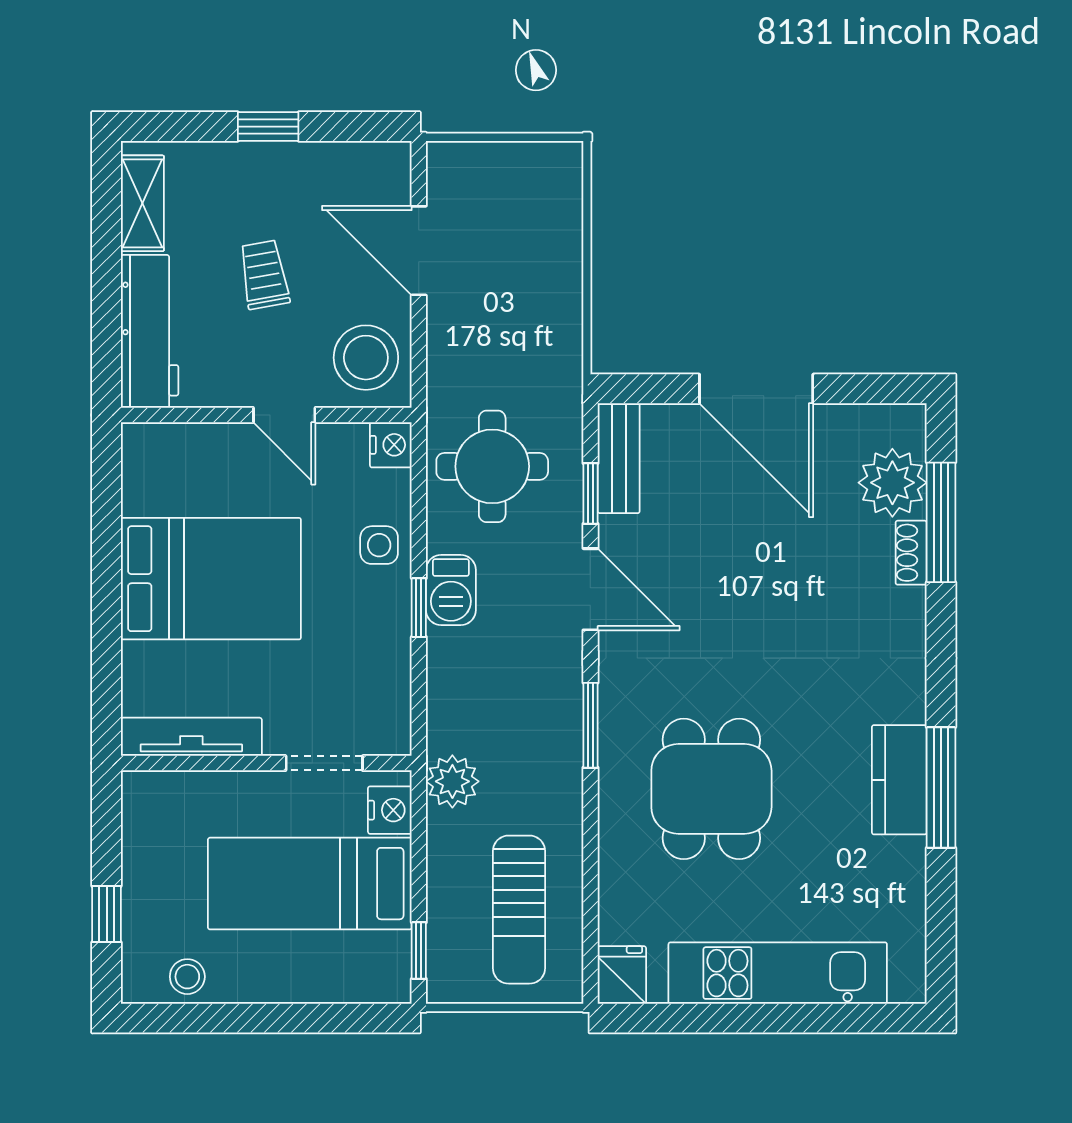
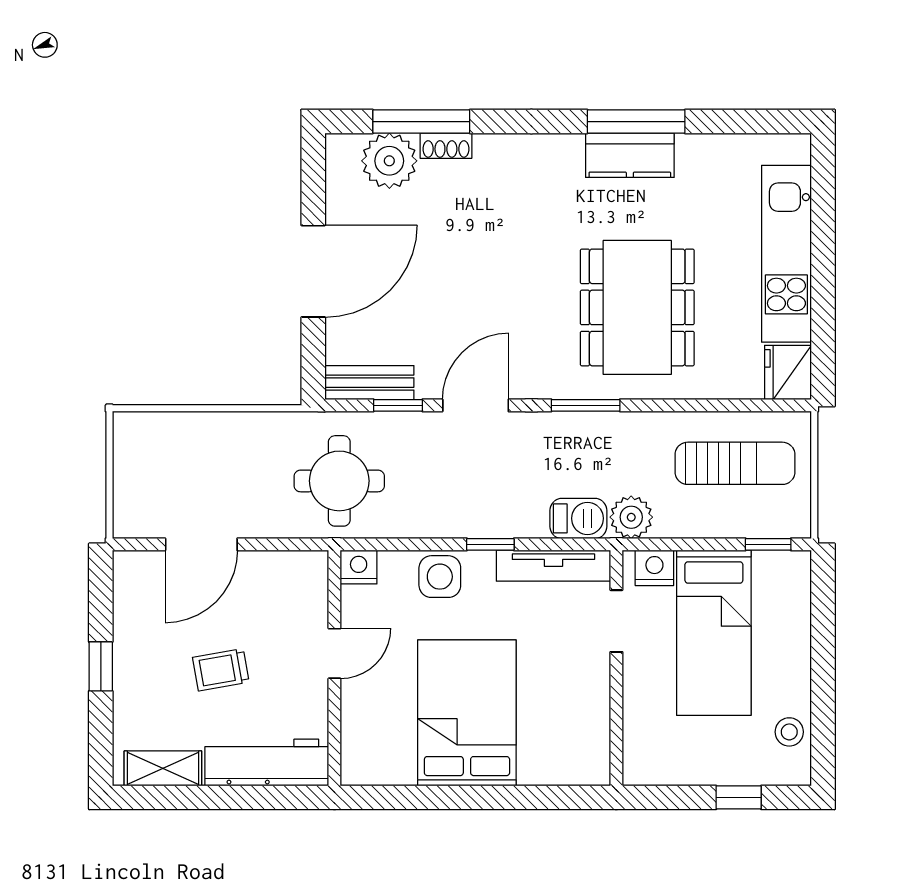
stool: (366, 358) -> (288, 587), removed
round table: (492, 466) -> (339, 481), moved
side table: (379, 545) -> (440, 577), width x1.37, depth x1.37
barbecue: (451, 590) -> (578, 518), moved
tv unit: (191, 737) -> (553, 566), moved, turned -90
dining table: (711, 789) -> (637, 307), width x1.38
fridge: (622, 975) -> (788, 372), width x1.38

